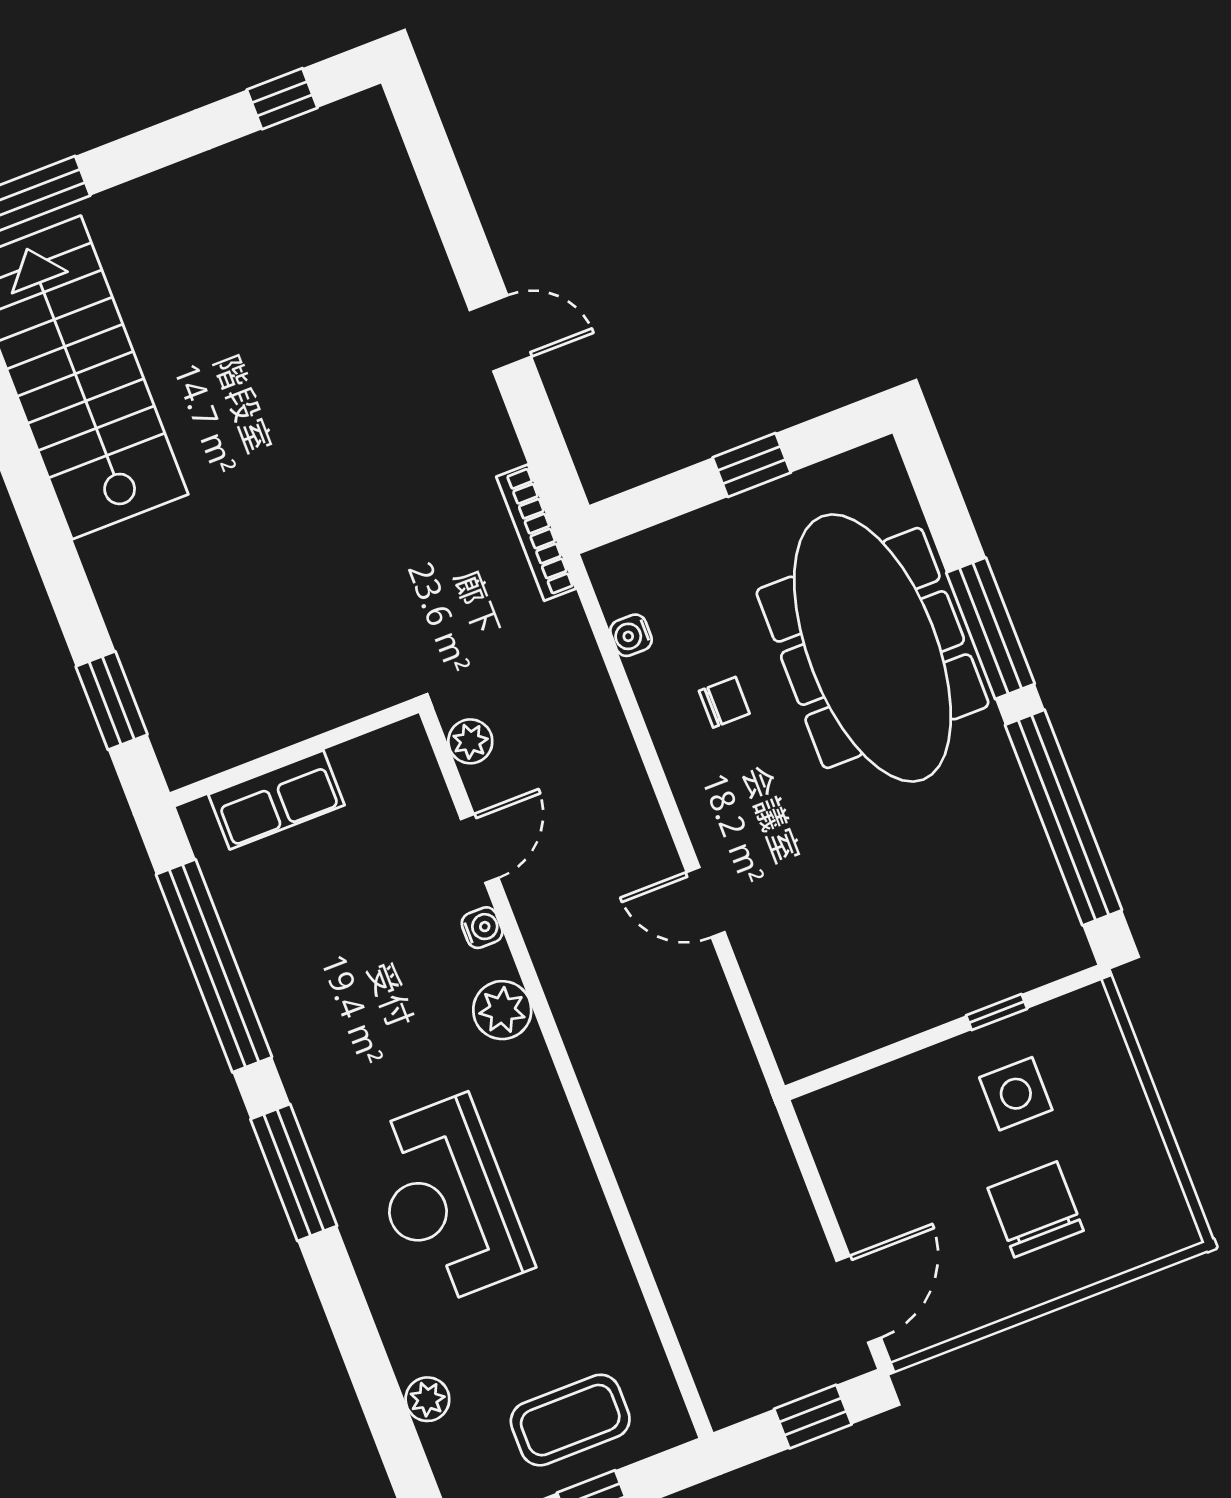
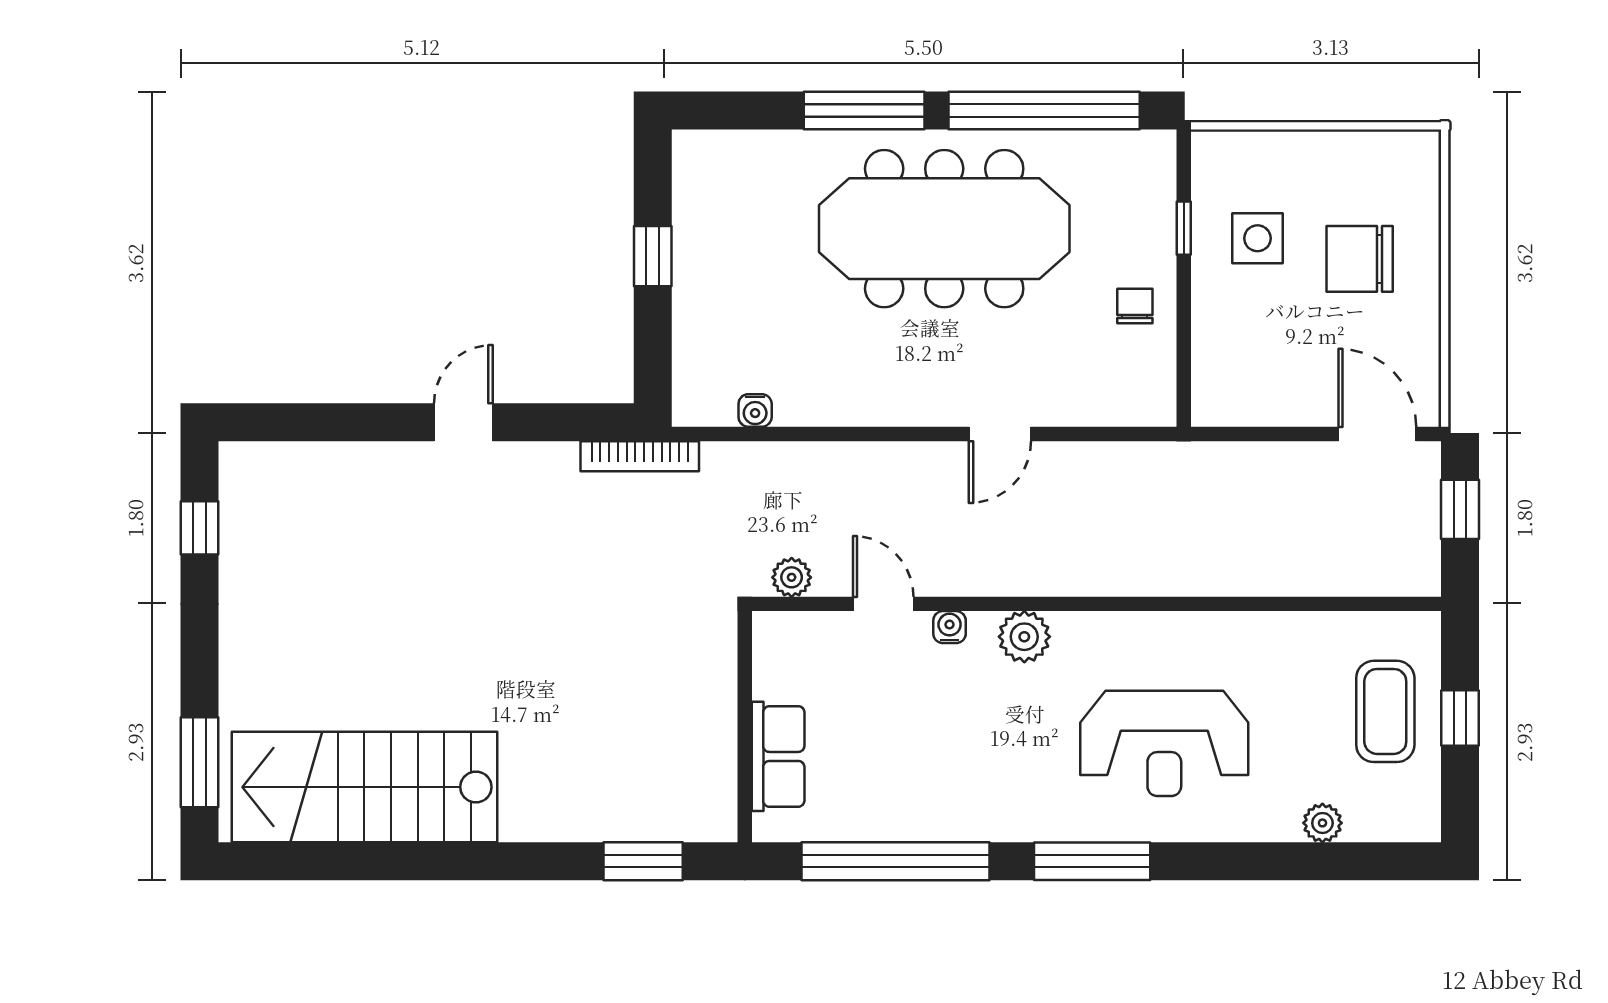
meeting table: (872, 648) -> (944, 229), moved
chair: (724, 702) -> (1135, 306), moved

